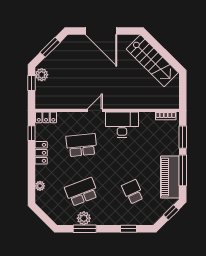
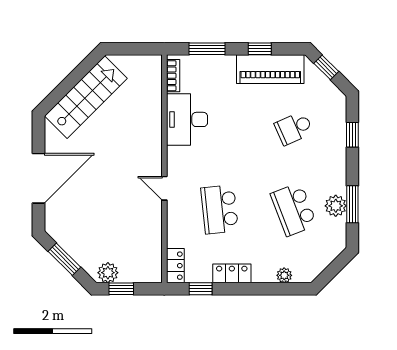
desk: (122, 125) -> (187, 119), moved
window: (183, 170) -> (260, 49), width x0.46

